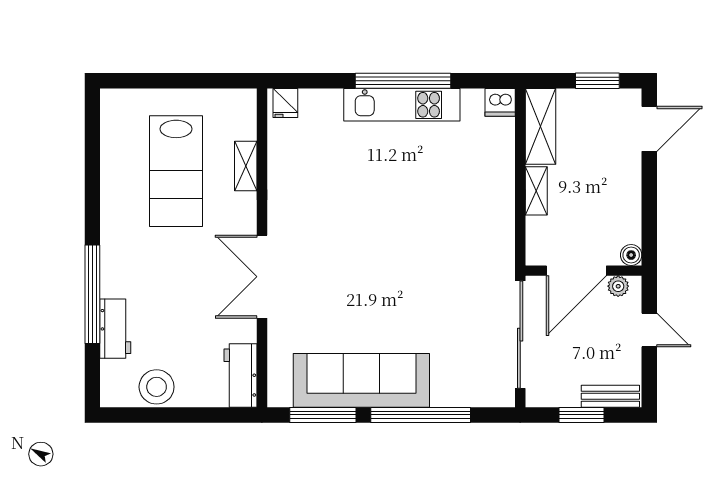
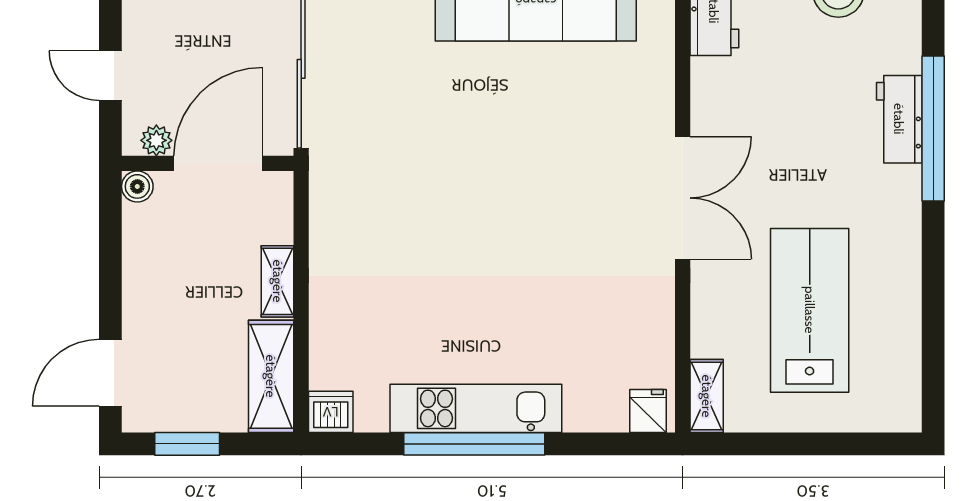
shelving: (246, 166) -> (707, 396), moved
double door: (262, 277) -> (683, 198), moved
workbench: (115, 329) -> (899, 119), moved

